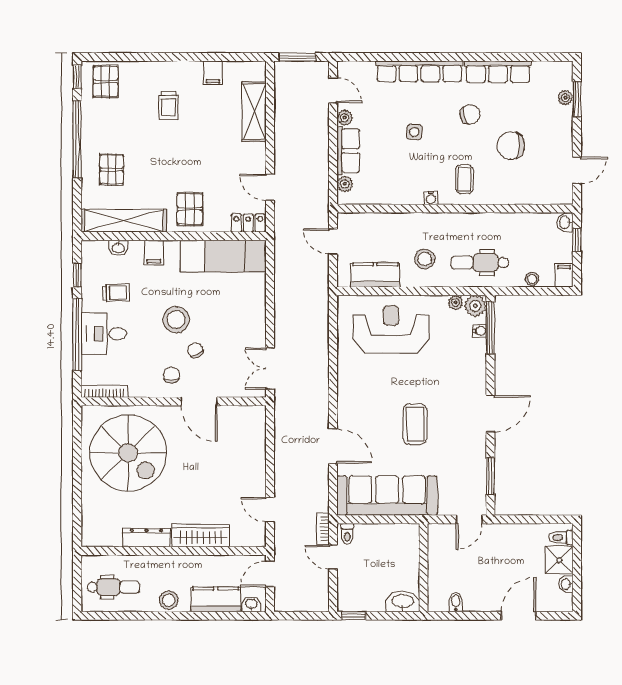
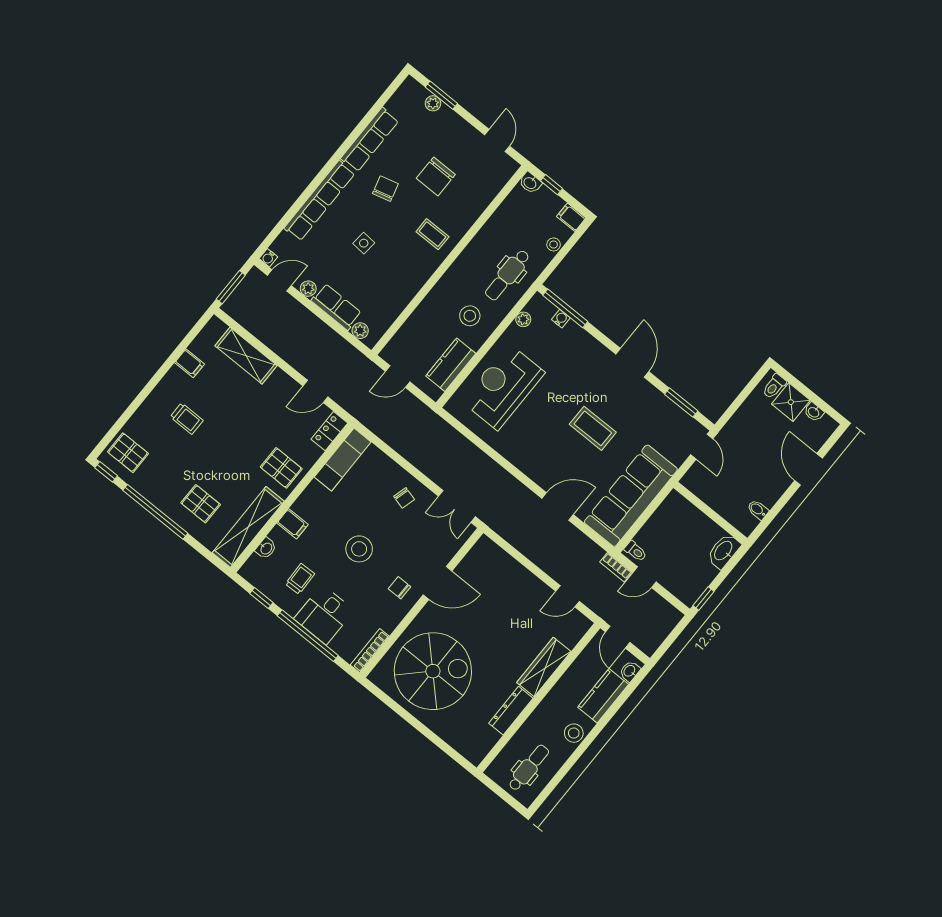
water cooler: (431, 198) -> (268, 258), moved, turned 90
exam couch: (223, 256) -> (343, 459), width x0.73, depth x0.69
plant: (475, 306) -> (538, 306), removed
chair: (195, 350) -> (404, 498), moved, turned -137

